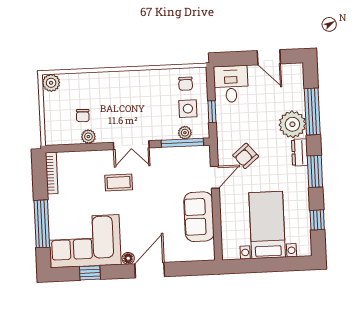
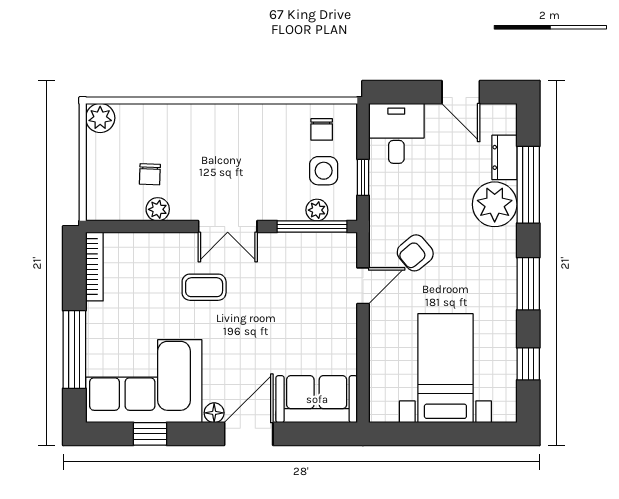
dresser: (300, 152) -> (504, 157), moved
sofa: (199, 217) -> (317, 399), moved, turned 90

